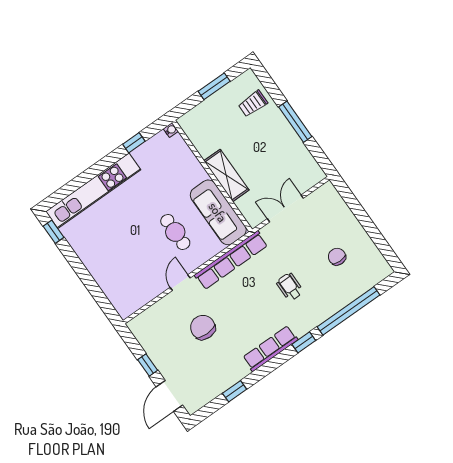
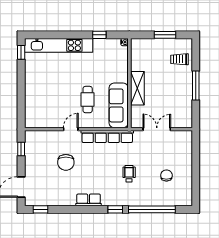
chair: (203, 327) -> (66, 162), turned 180
row of seats: (270, 349) -> (89, 200), width x0.68
window: (148, 365) -> (21, 149), moved
window: (235, 391) -> (40, 209), moved

